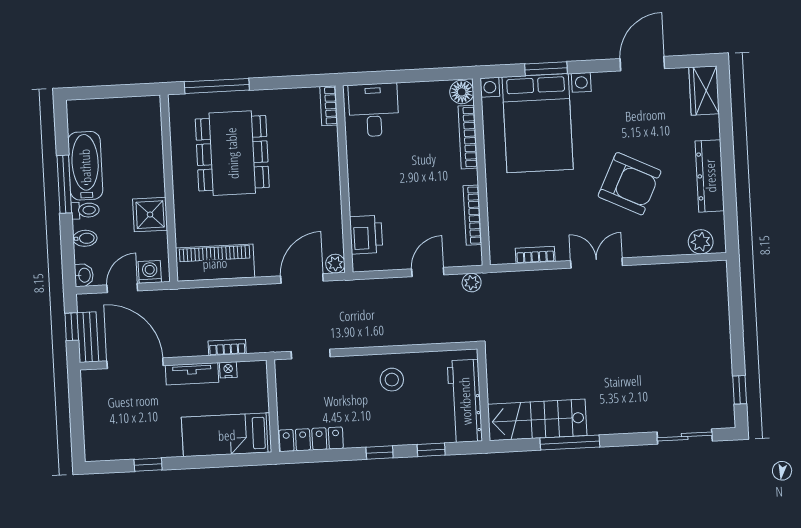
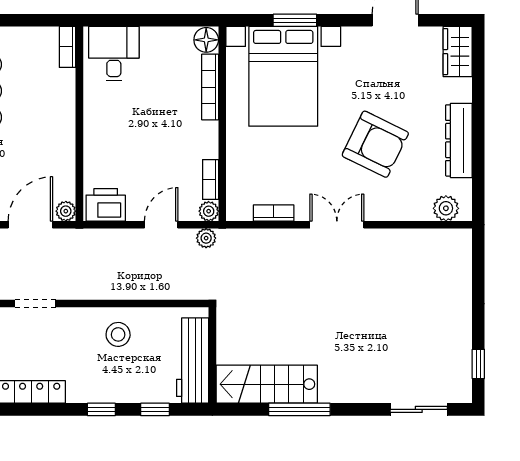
bookcase: (472, 215) -> (211, 179), width x0.64
printer: (366, 235) -> (106, 205), moved, turned -90
plant: (473, 257) -> (209, 211), added

